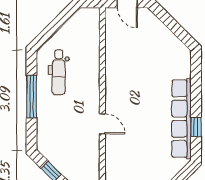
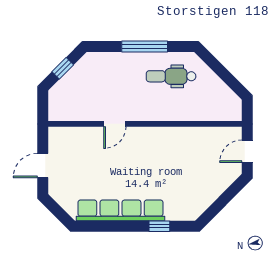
window: (196, 127) -> (159, 226), moved

